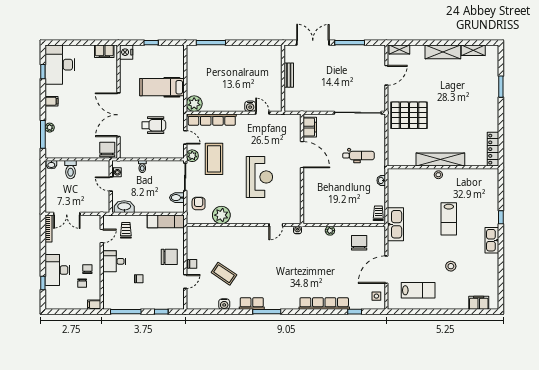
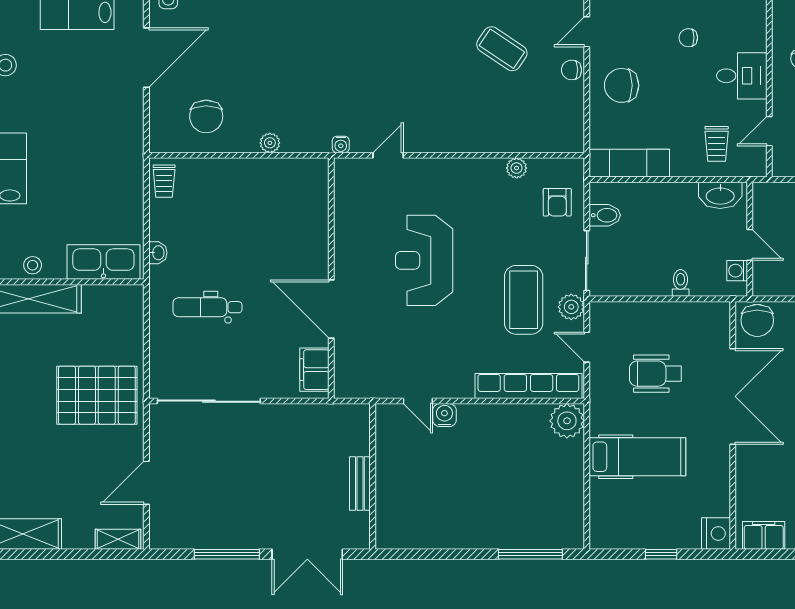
plant: (221, 215) -> (517, 168), width x0.53, depth x0.53
kitchen sink: (395, 224) -> (103, 262), moved, turned 90

